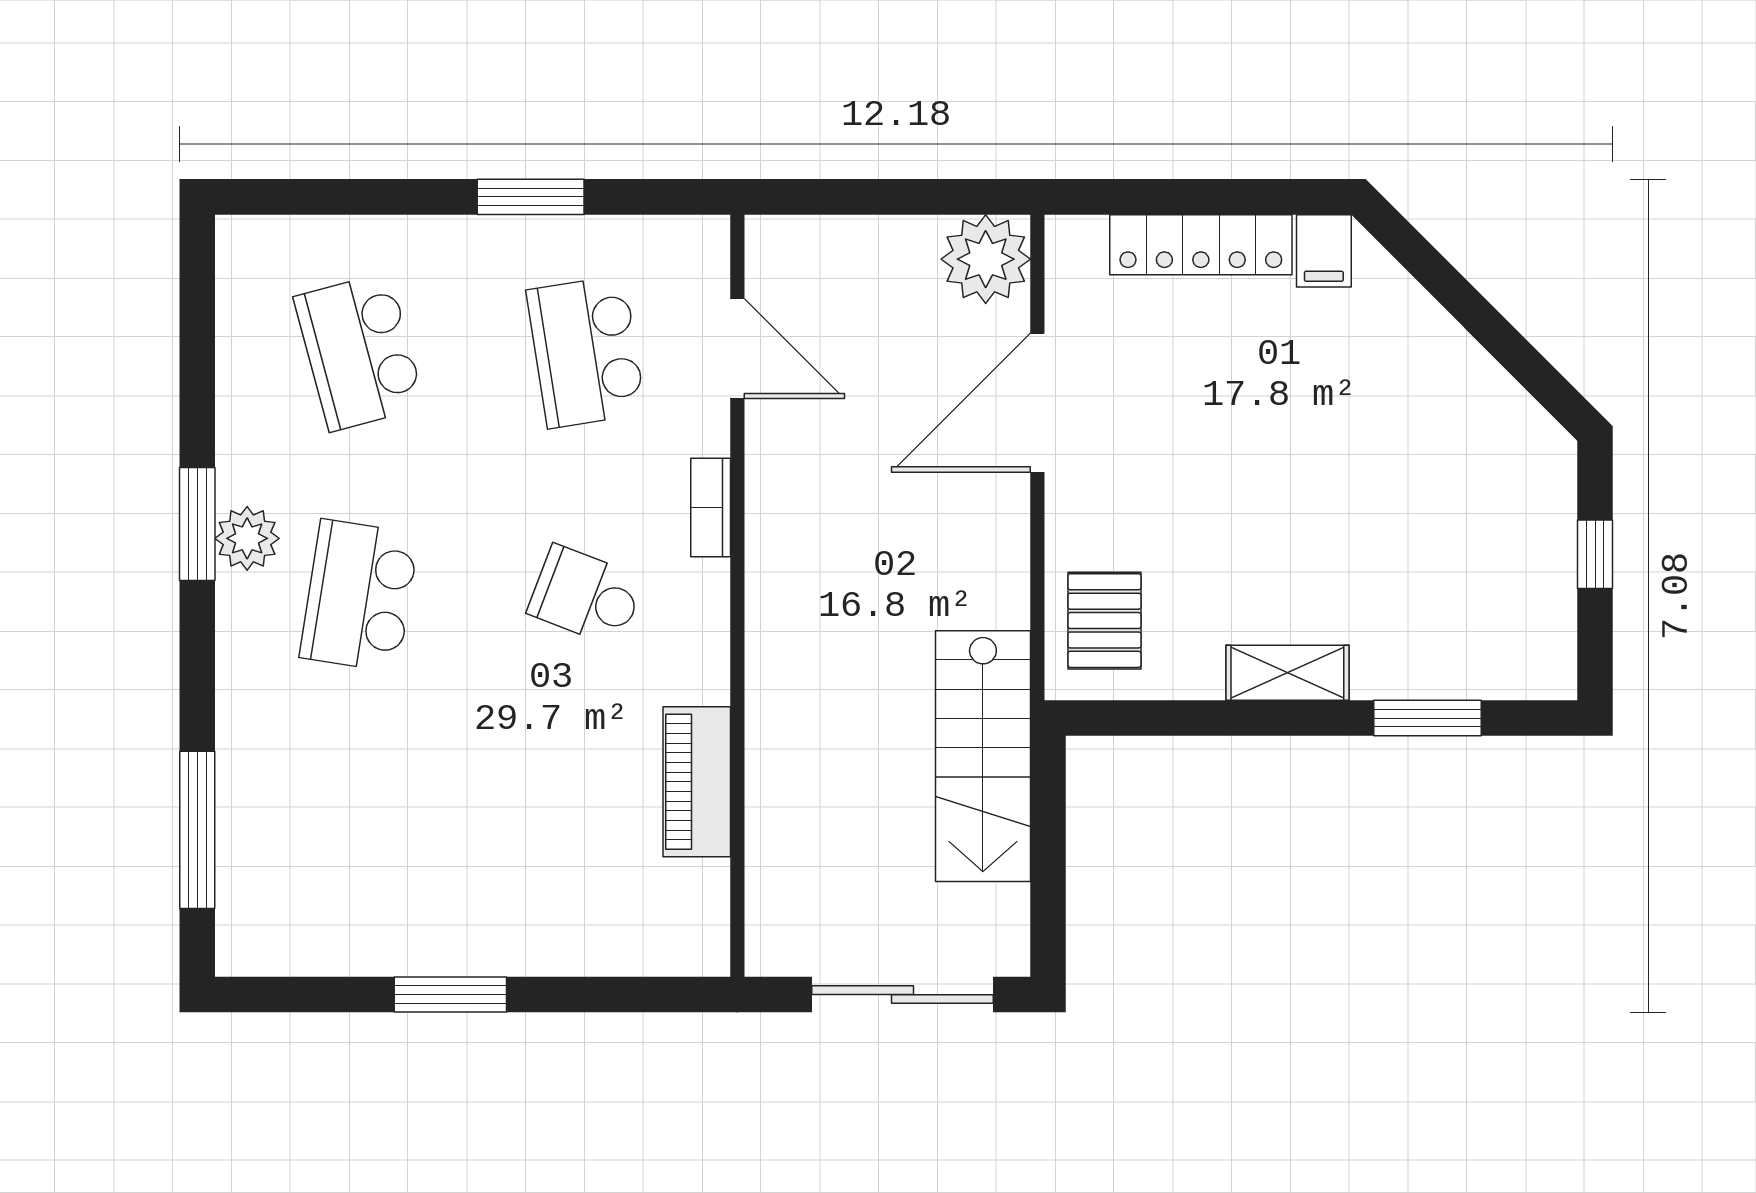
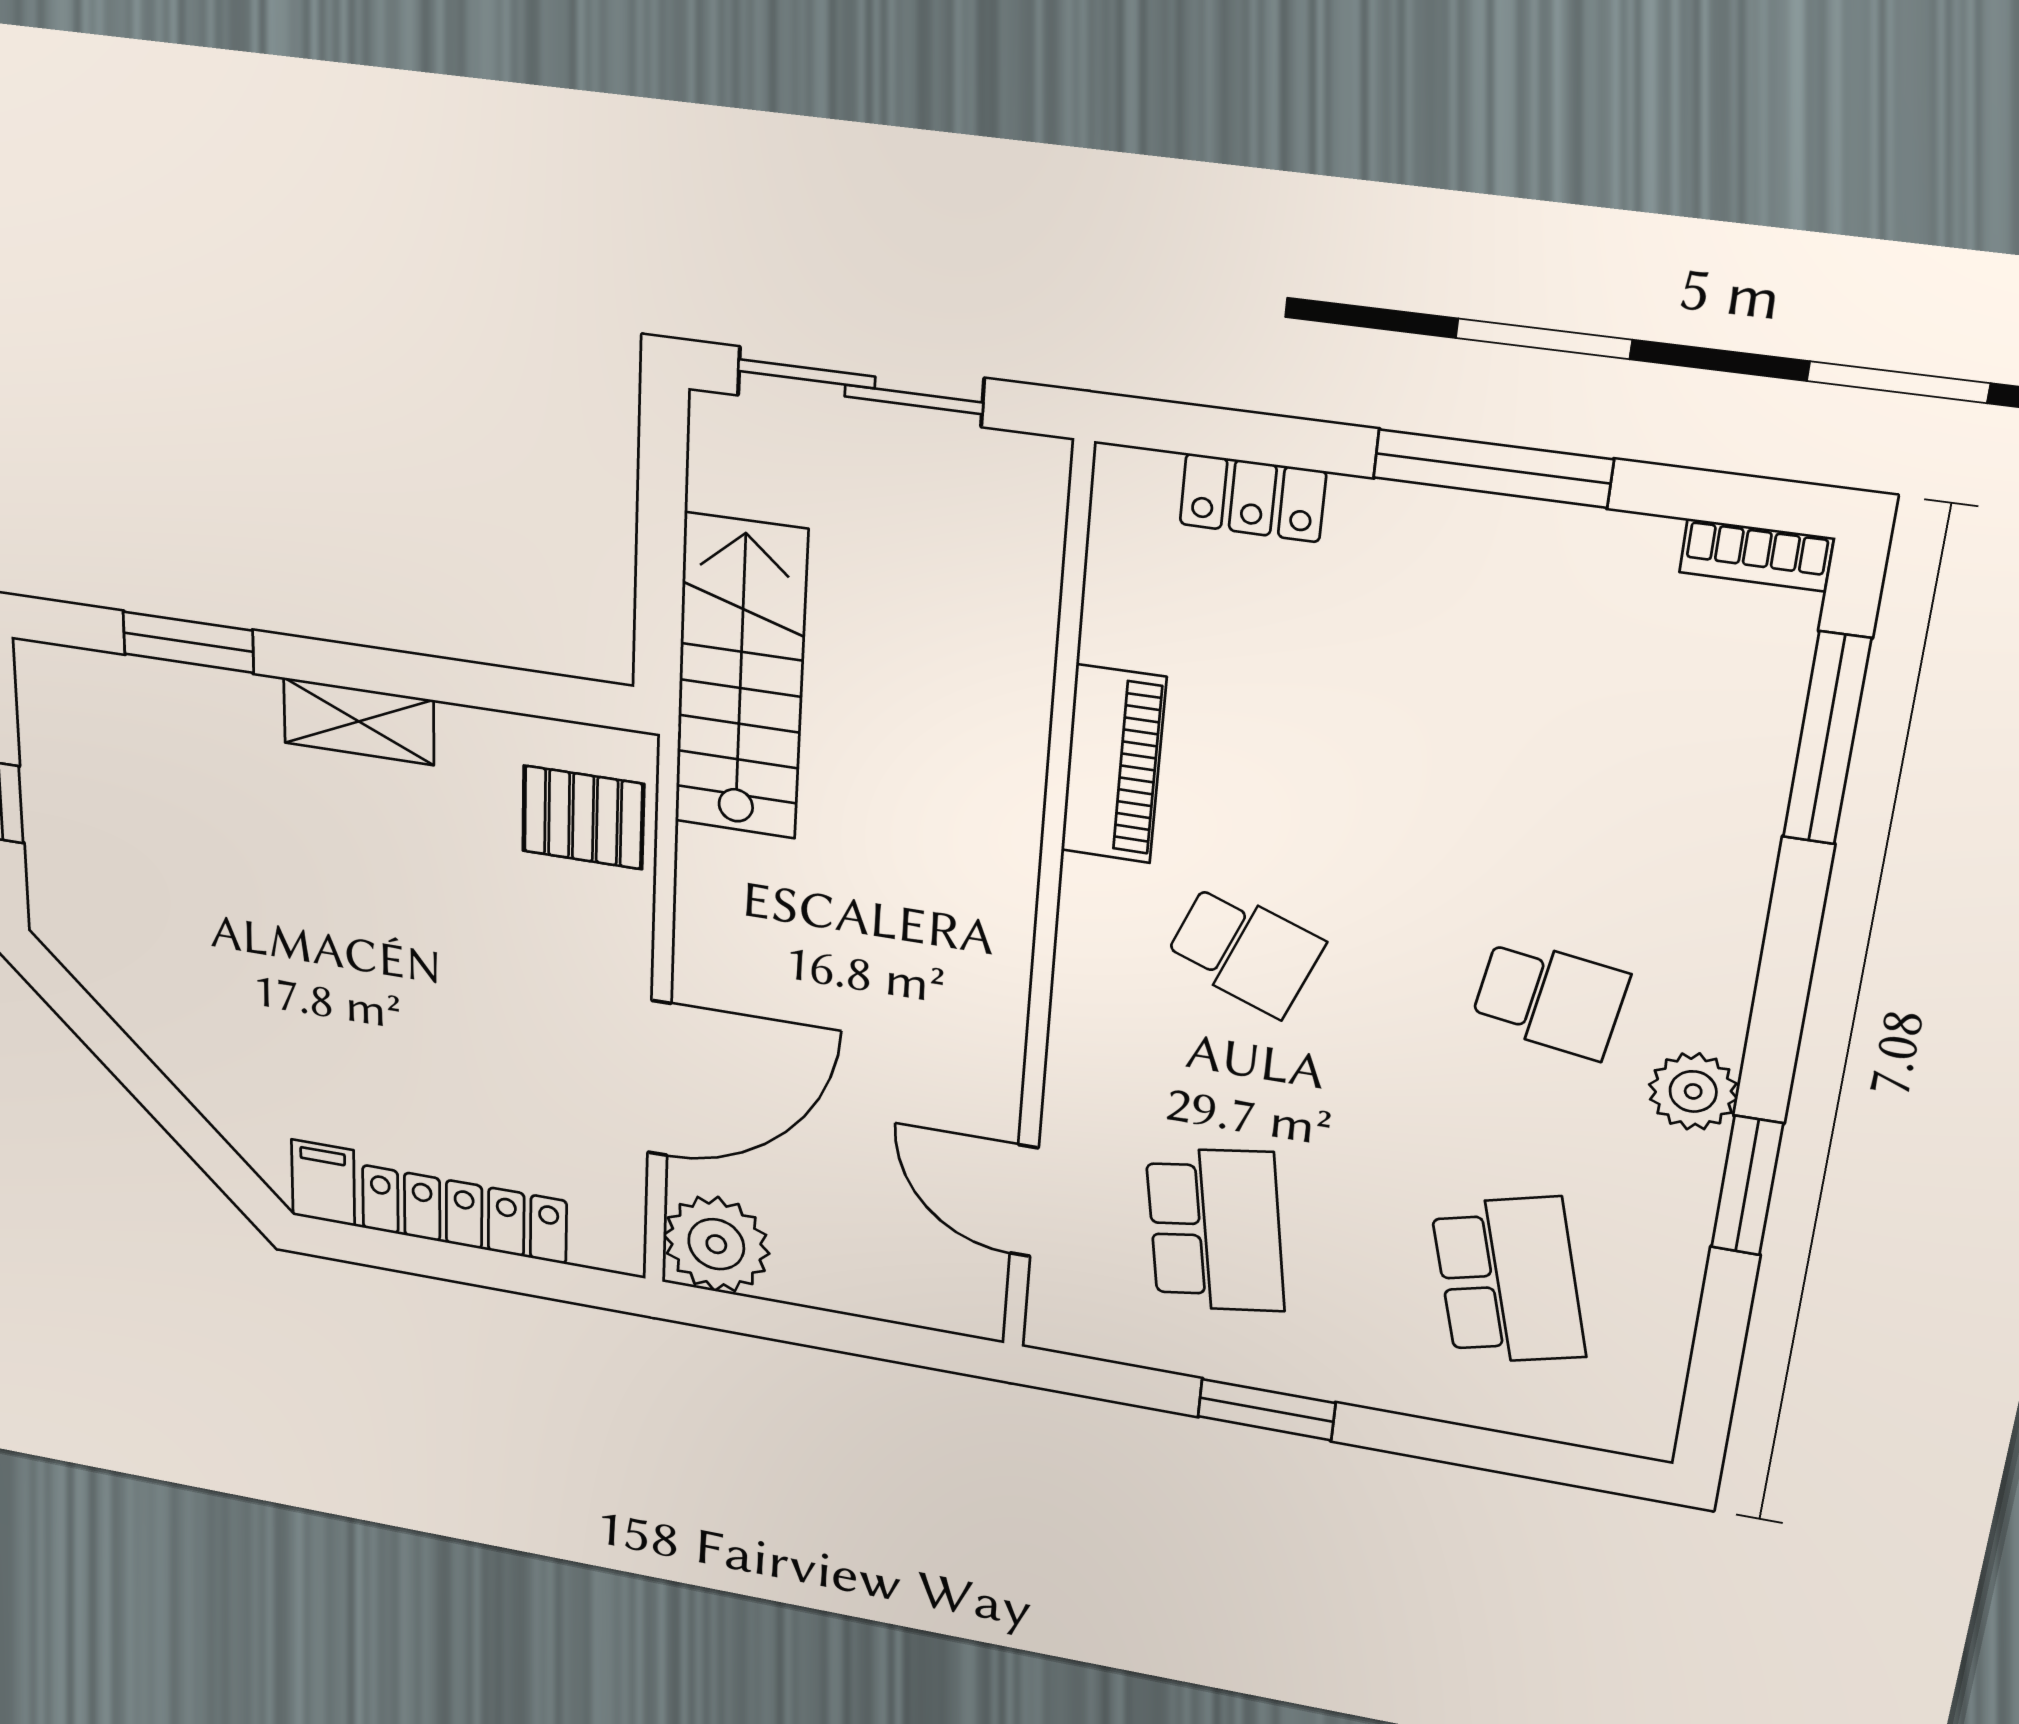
bookcase: (711, 507) -> (1756, 555), moved, turned 90
window: (197, 524) -> (1747, 1186), moved
school desk: (359, 596) -> (1550, 998), width x0.54
pallet: (1104, 621) -> (583, 817), turned 90
piano: (697, 782) -> (1113, 764), moved
locker: (614, 950) -> (1253, 498), added
window: (450, 995) -> (1493, 468), width x1.44

